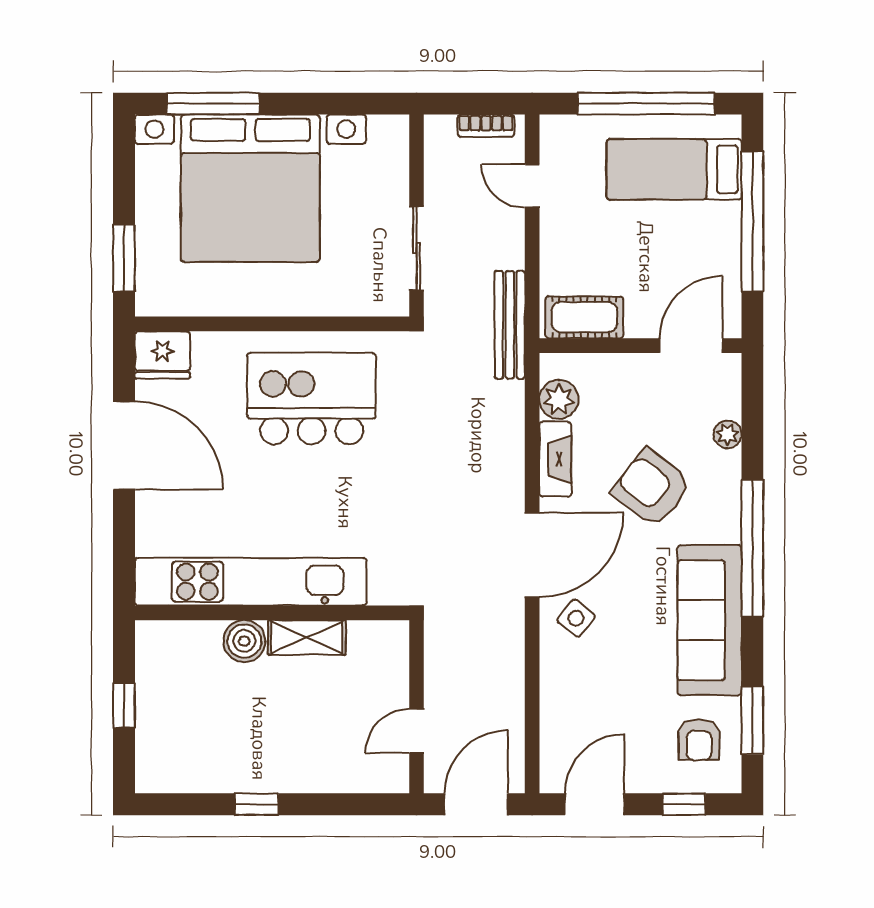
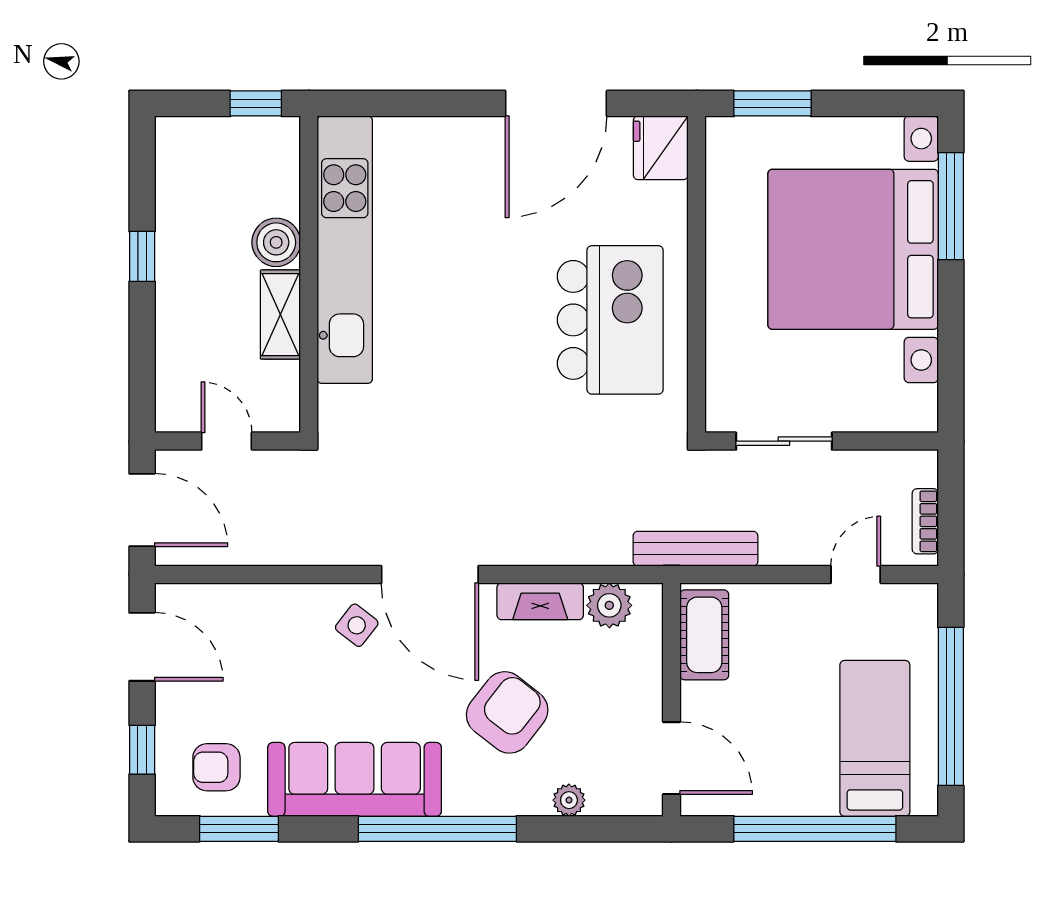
kitchen unit: (251, 582) -> (345, 250), moved
wall: (272, 613) -> (309, 274), moved
shelving: (307, 637) -> (280, 315), moved
boiler: (244, 641) -> (276, 242), moved

